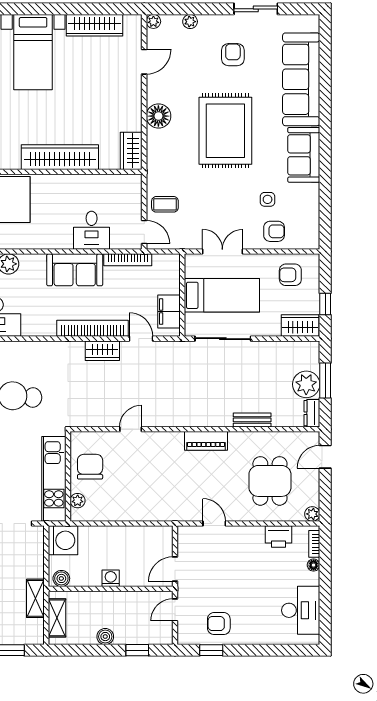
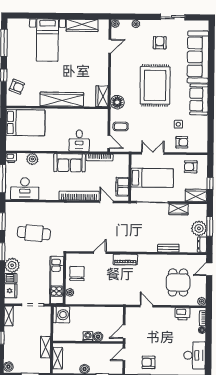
floor lamp: (158, 116) -> (117, 102), moved
wardrobe: (102, 351) -> (179, 209), moved
piano: (206, 441) -> (125, 259), moved
boiler: (61, 578) -> (98, 336), moved

